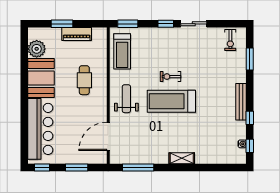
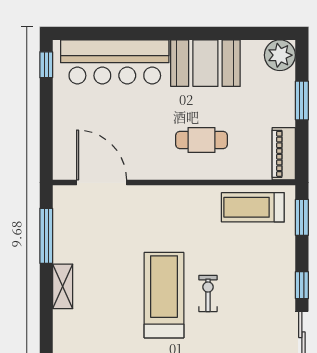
piano: (77, 34) -> (284, 154), moved
plant: (37, 49) -> (280, 55), moved
weight bench: (126, 99) -> (169, 215), removed
shelving: (182, 158) -> (63, 286), moved
window: (77, 167) -> (46, 126), removed

